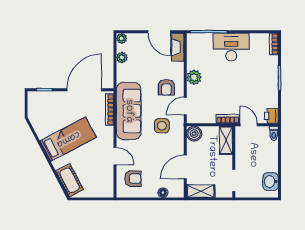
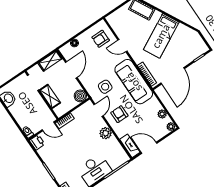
shelving: (226, 140) -> (50, 96), moved

